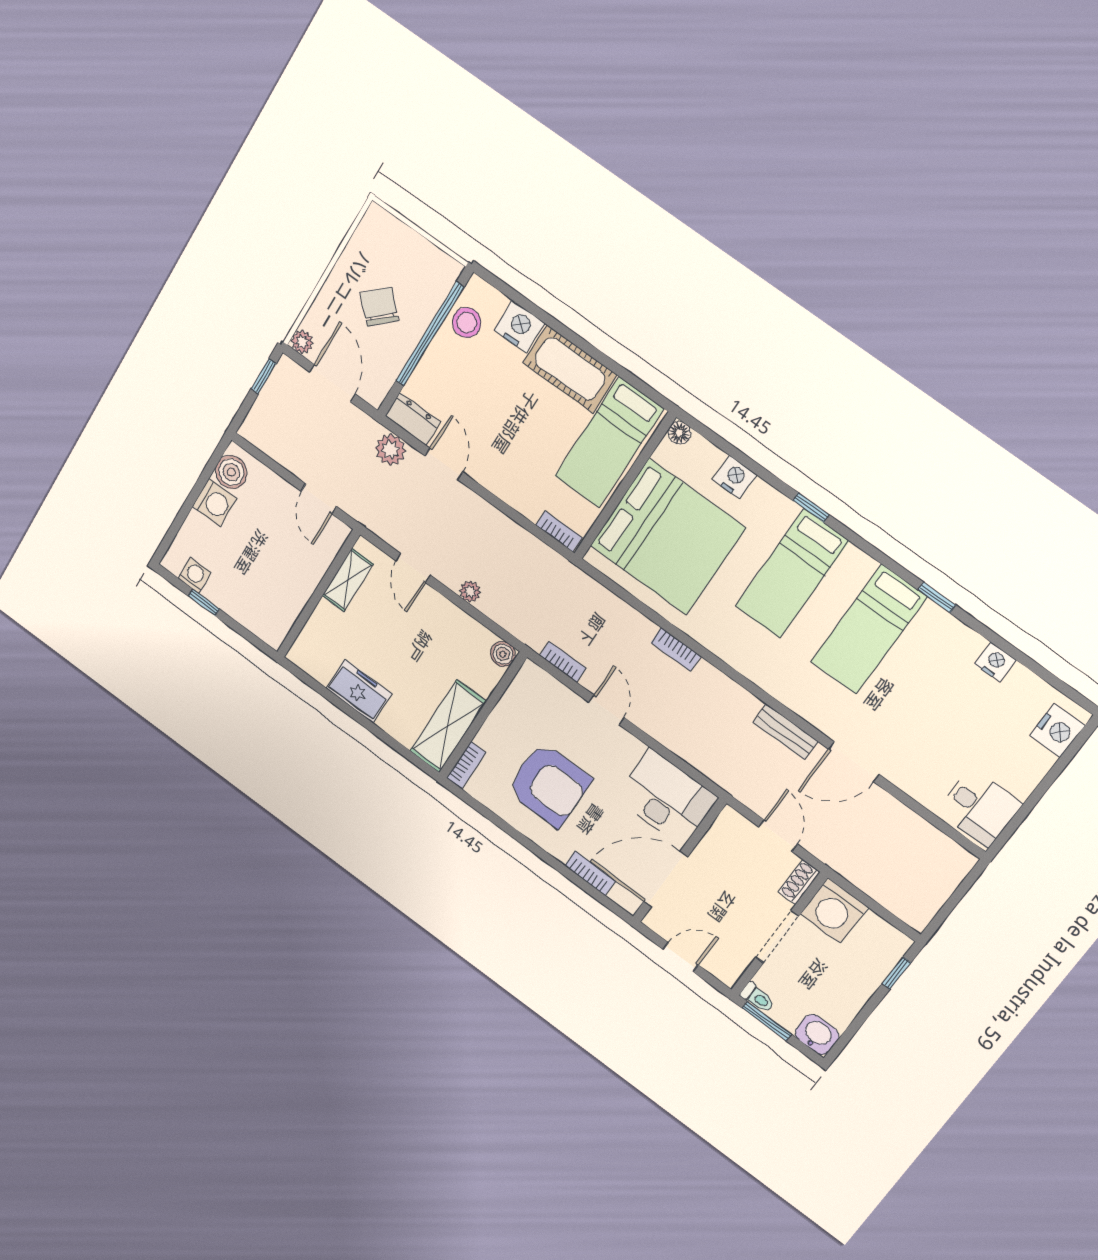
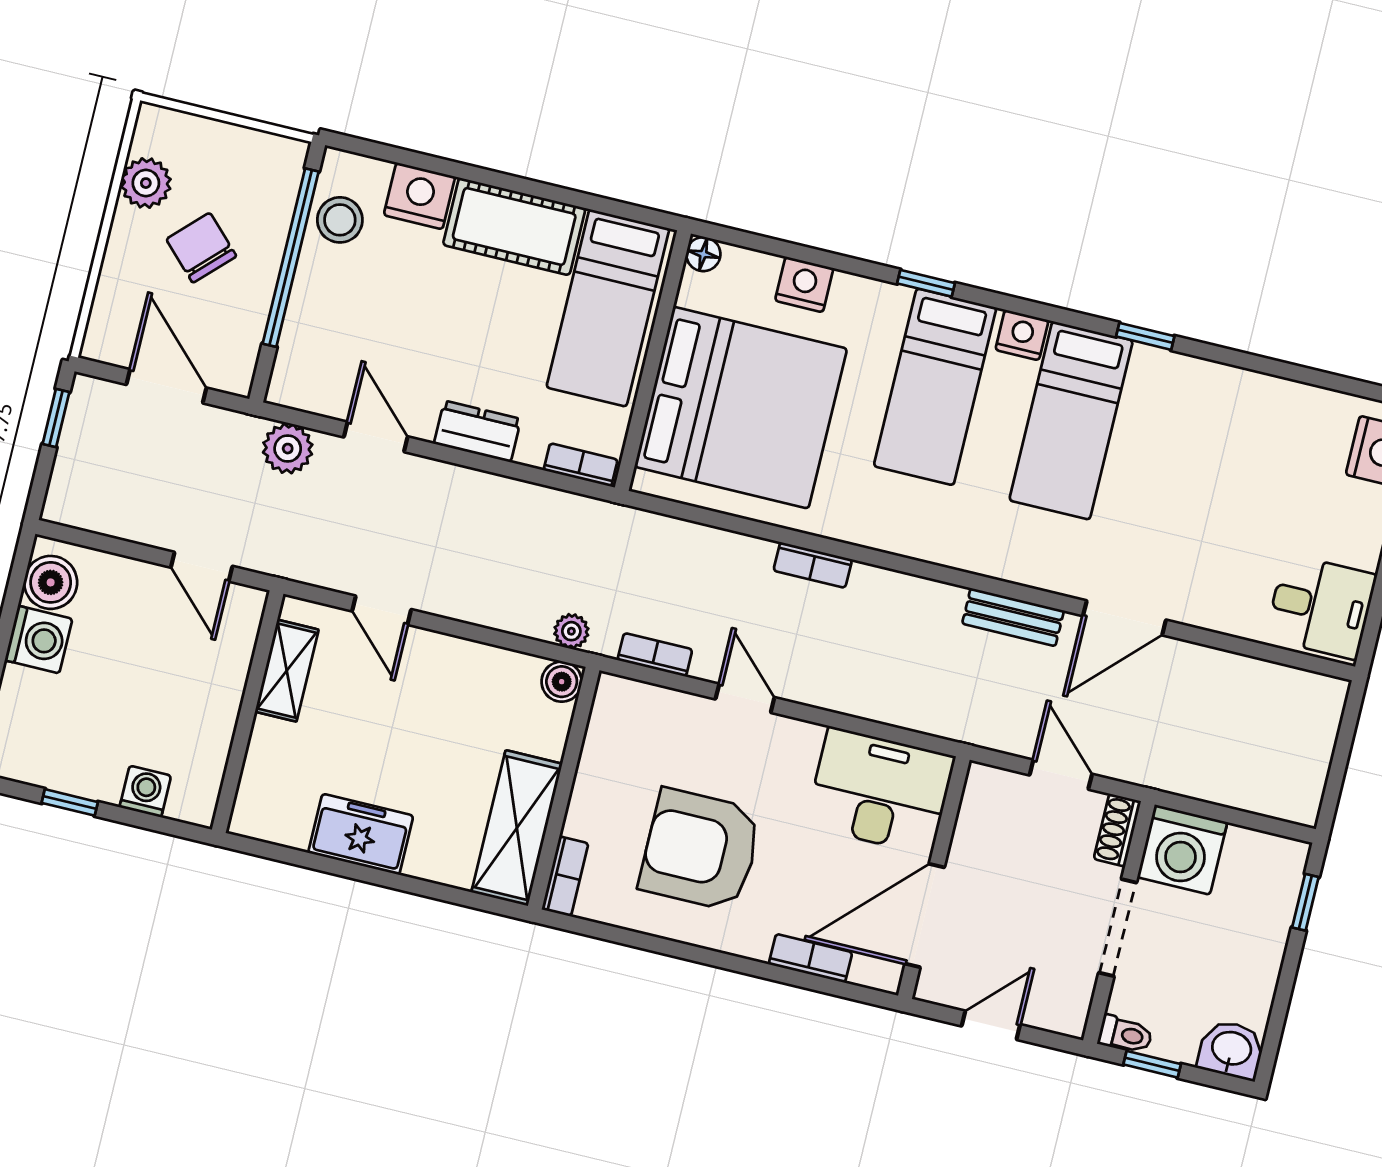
plant: (302, 342) -> (146, 183), moved, width x1.38, depth x1.38
dresser: (413, 419) -> (477, 431), moved
washing machine: (194, 575) -> (145, 791), moved
plant: (470, 592) -> (571, 631), moved
nightstand: (995, 662) -> (1022, 335), moved
armchair: (549, 785) -> (700, 850), turned 180
window: (767, 1021) -> (1152, 1064), width x0.67

